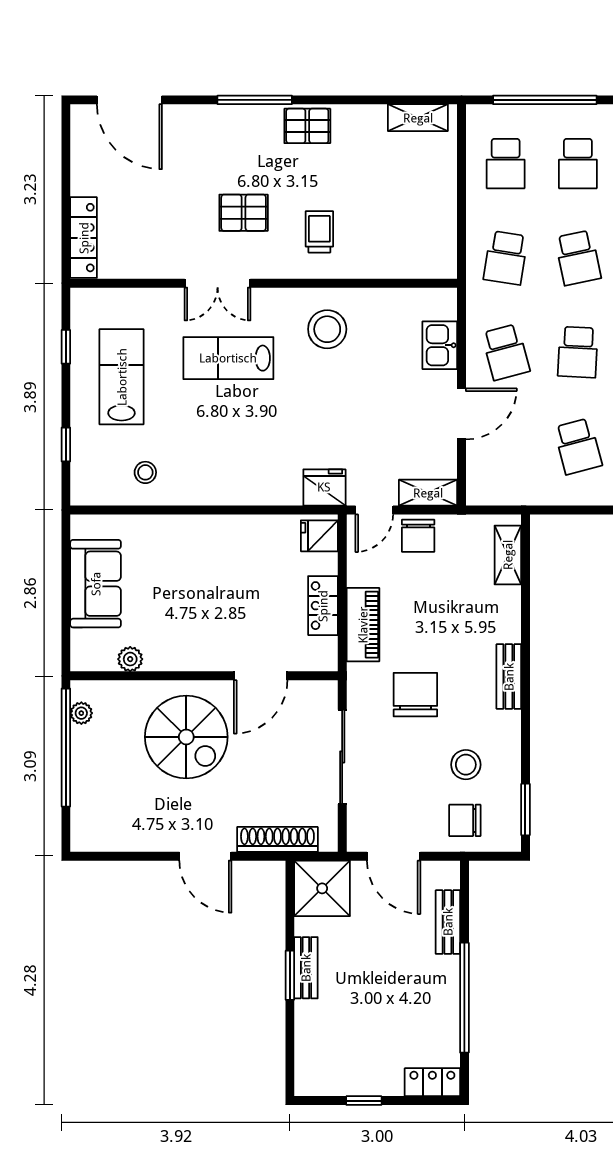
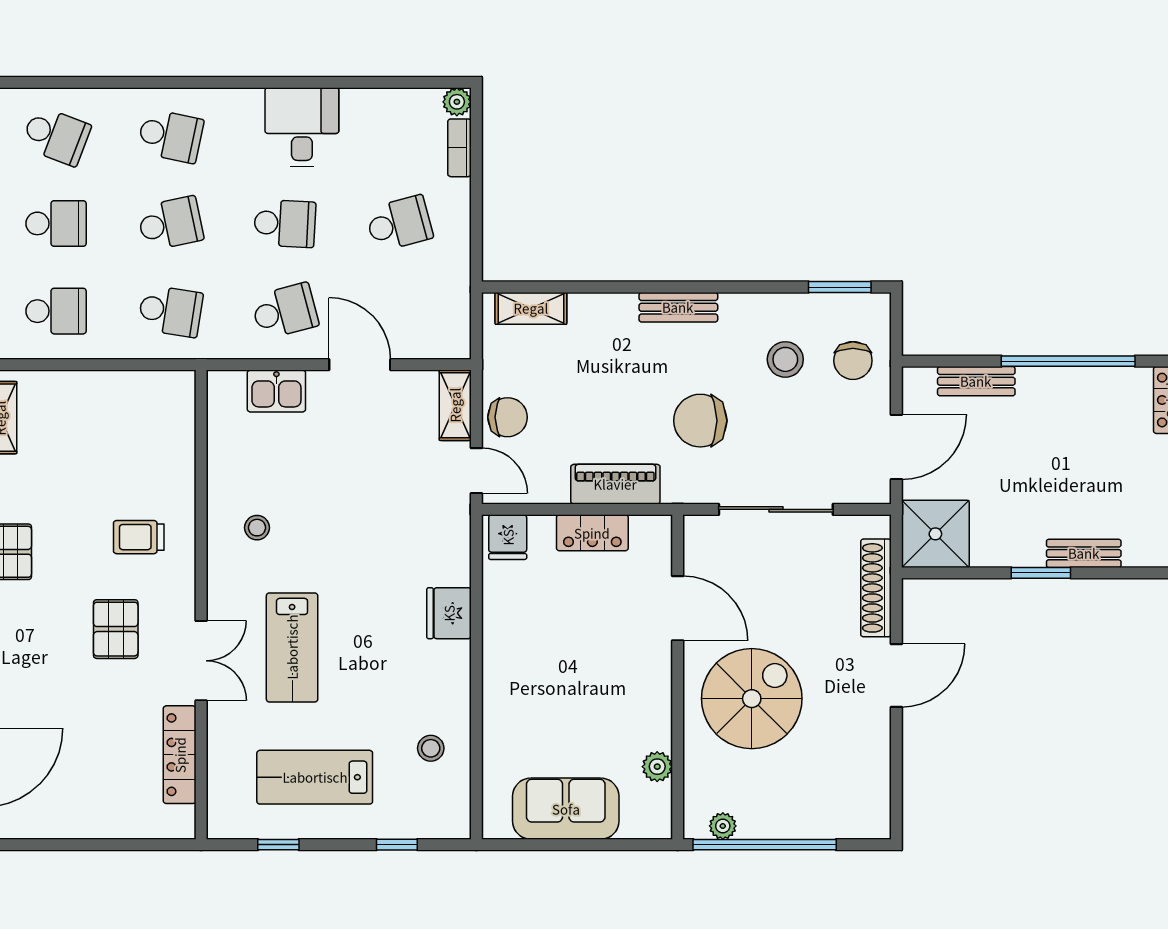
locker: (84, 238) -> (180, 755), moved, turned -90
stool: (327, 329) -> (257, 528), width x0.53, depth x0.53
fridge: (324, 487) -> (449, 613), moved
bench: (306, 968) -> (1084, 553), moved

